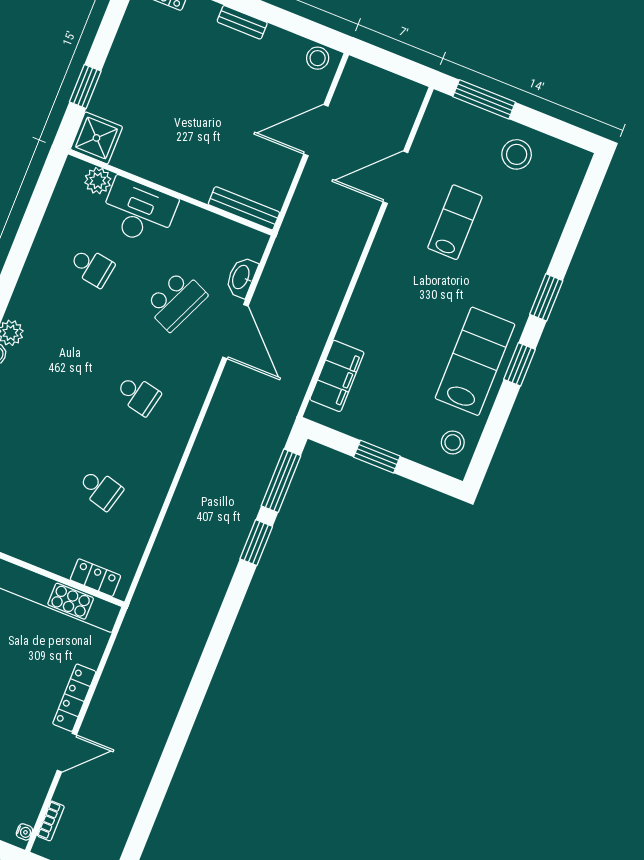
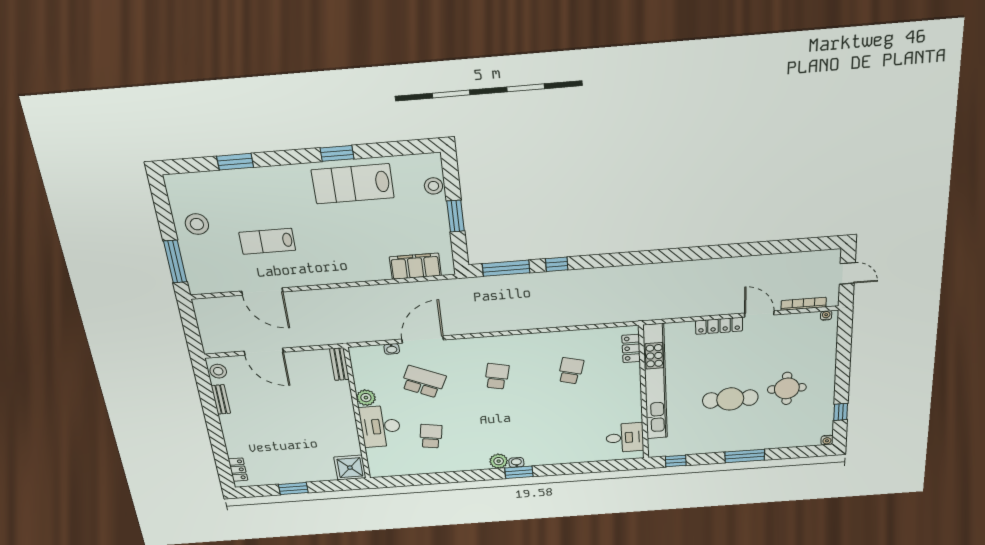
bench: (242, 22) -> (221, 399), moved
window: (85, 87) -> (293, 489), moved
plant: (98, 181) -> (366, 398), moved
bench: (244, 208) -> (339, 364), width x0.73
washbasin: (241, 277) -> (392, 349), width x0.52, depth x0.69
window: (546, 297) -> (235, 162), moved
stool: (453, 442) -> (433, 186), moved
window: (256, 543) -> (557, 264), width x0.67
bookcase: (51, 821) -> (804, 304), width x1.56

